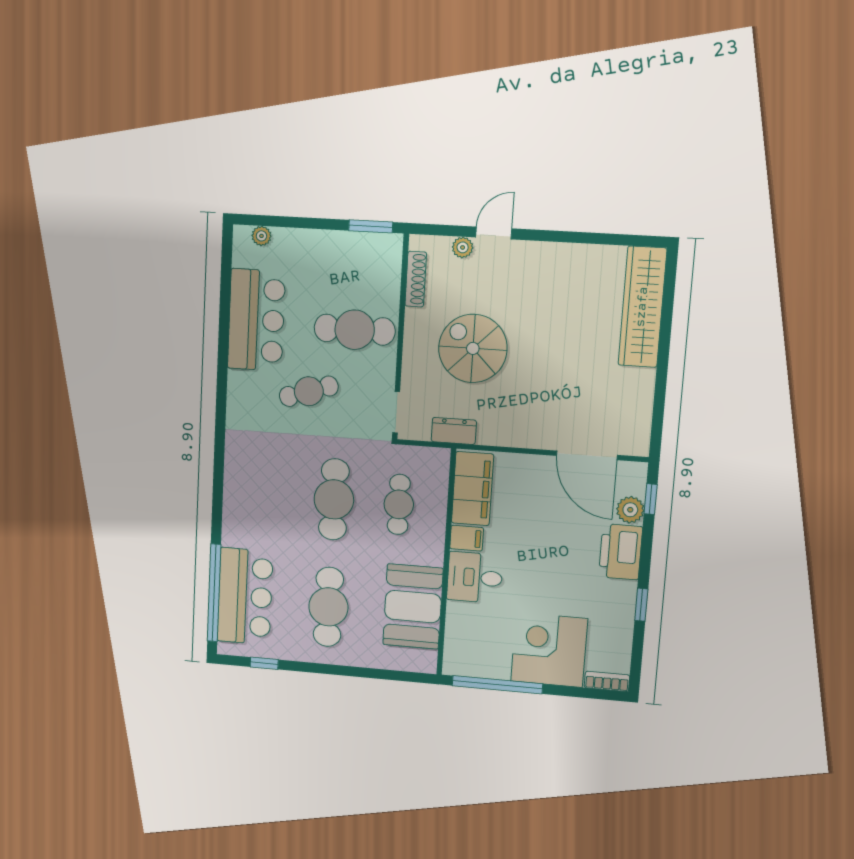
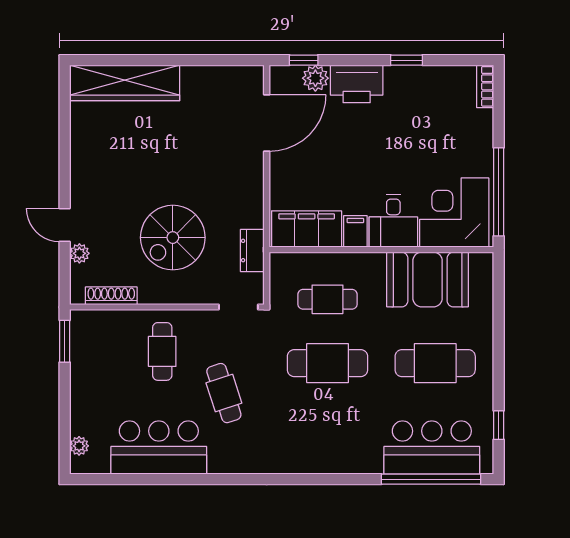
cafe table: (355, 330) -> (162, 351), width x0.73, depth x0.74
corner desk: (549, 650) -> (454, 213), moved, turned 90

